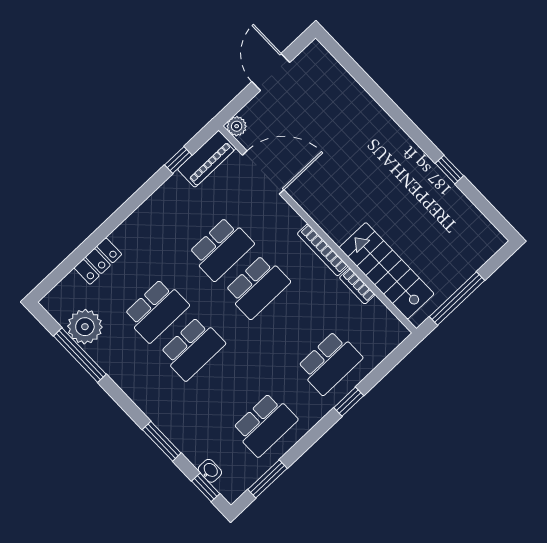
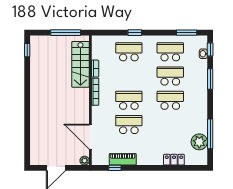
piano: (207, 159) -> (123, 159), moved
window: (449, 170) -> (27, 50), moved
school desk: (156, 311) -> (170, 76), moved

